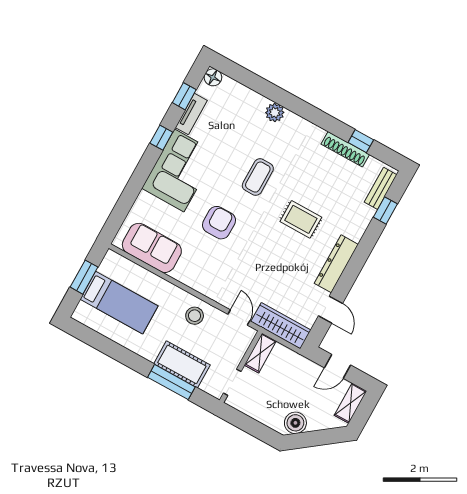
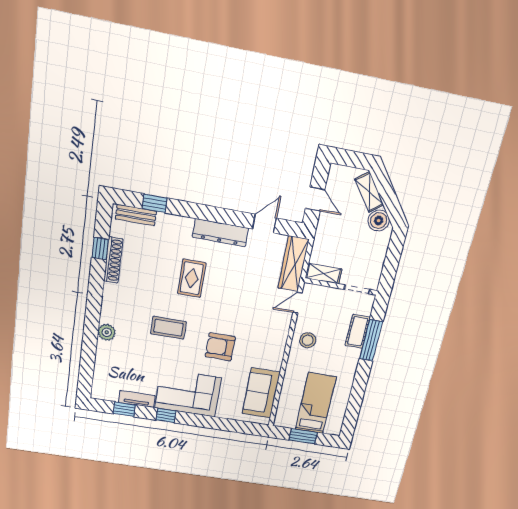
floor lamp: (213, 77) -> (99, 392), removed
cot: (182, 364) -> (358, 331), width x0.73, depth x0.75
shelving: (351, 403) -> (369, 192), moved, turned 53

